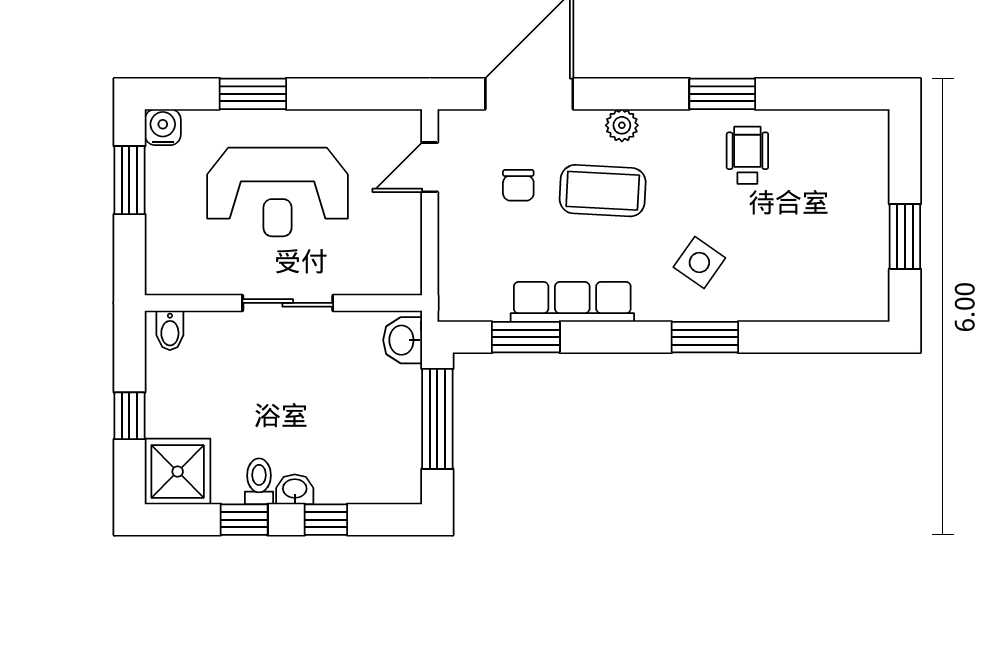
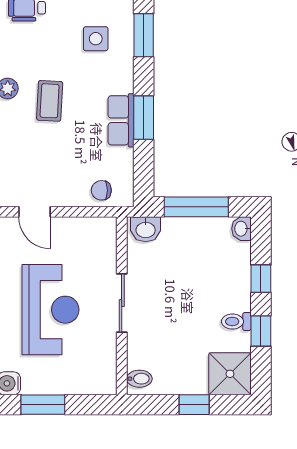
chair: (518, 185) -> (101, 190), moved, turned 180
coffee table: (603, 191) -> (50, 101), width x0.73, depth x0.77
side table: (699, 262) -> (96, 39), turned -35
row of seats: (572, 302) -> (121, 120), width x0.68
window: (526, 337) -> (144, 118), moved
washbasin: (295, 489) -> (241, 229), moved

